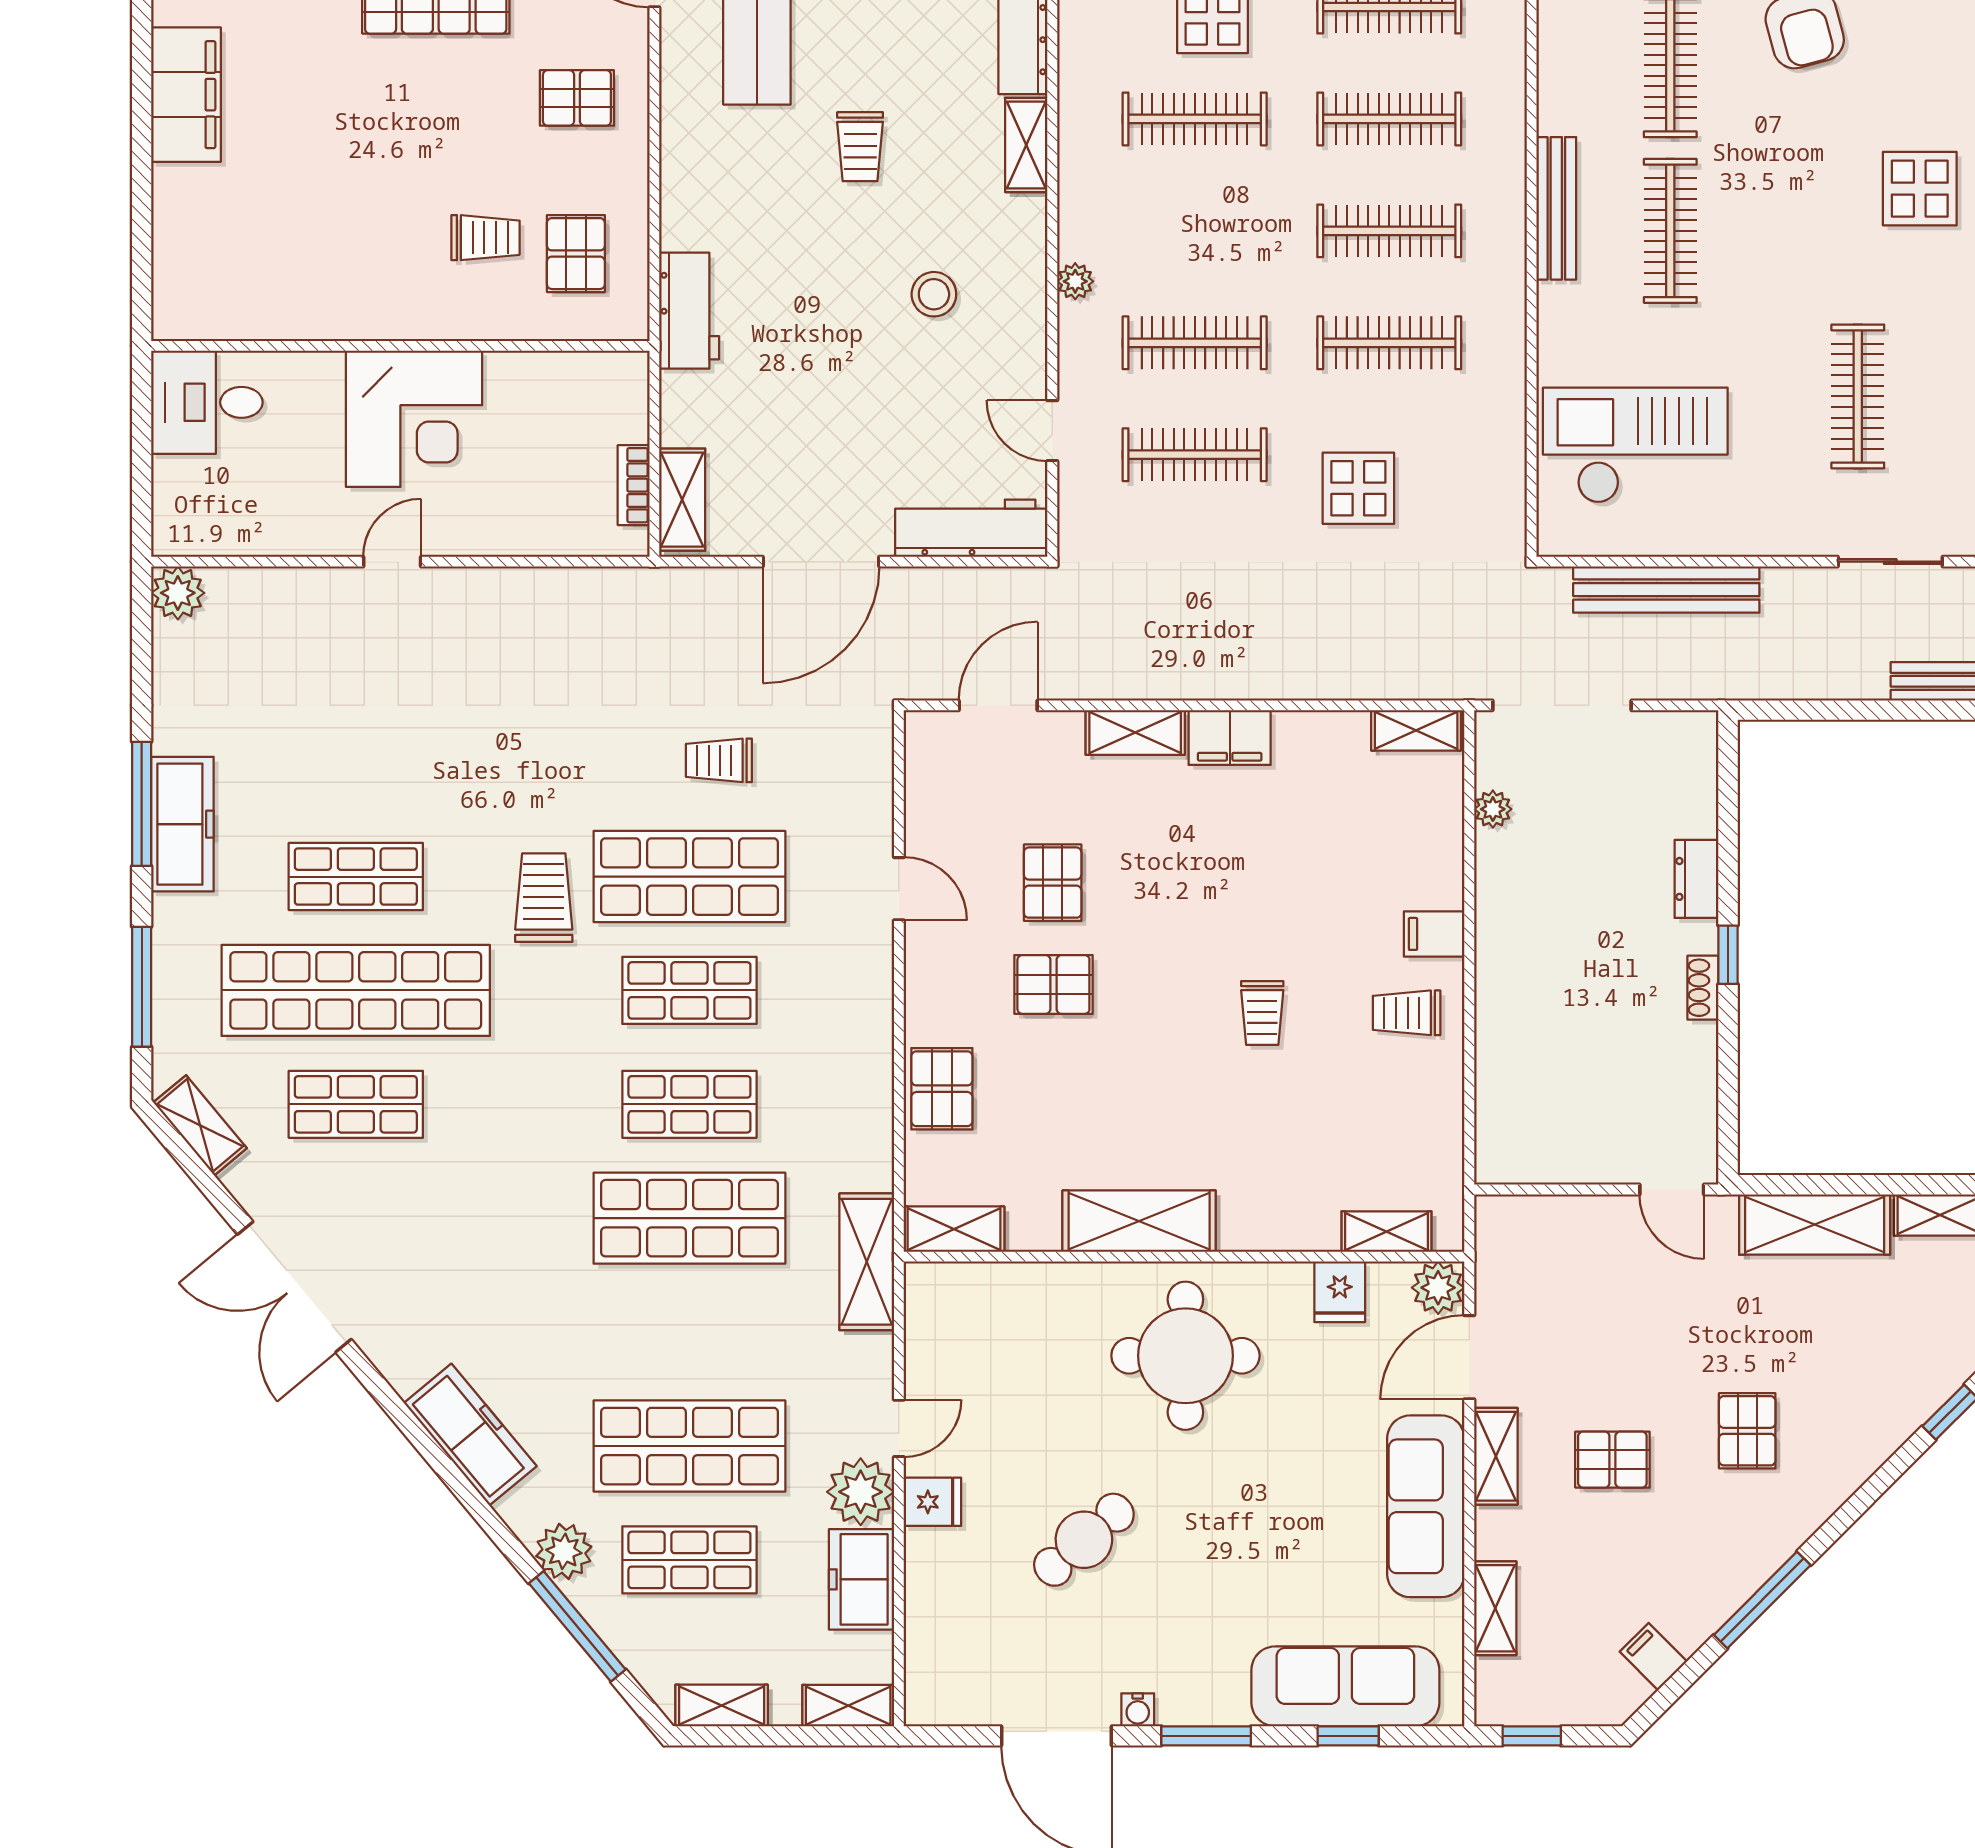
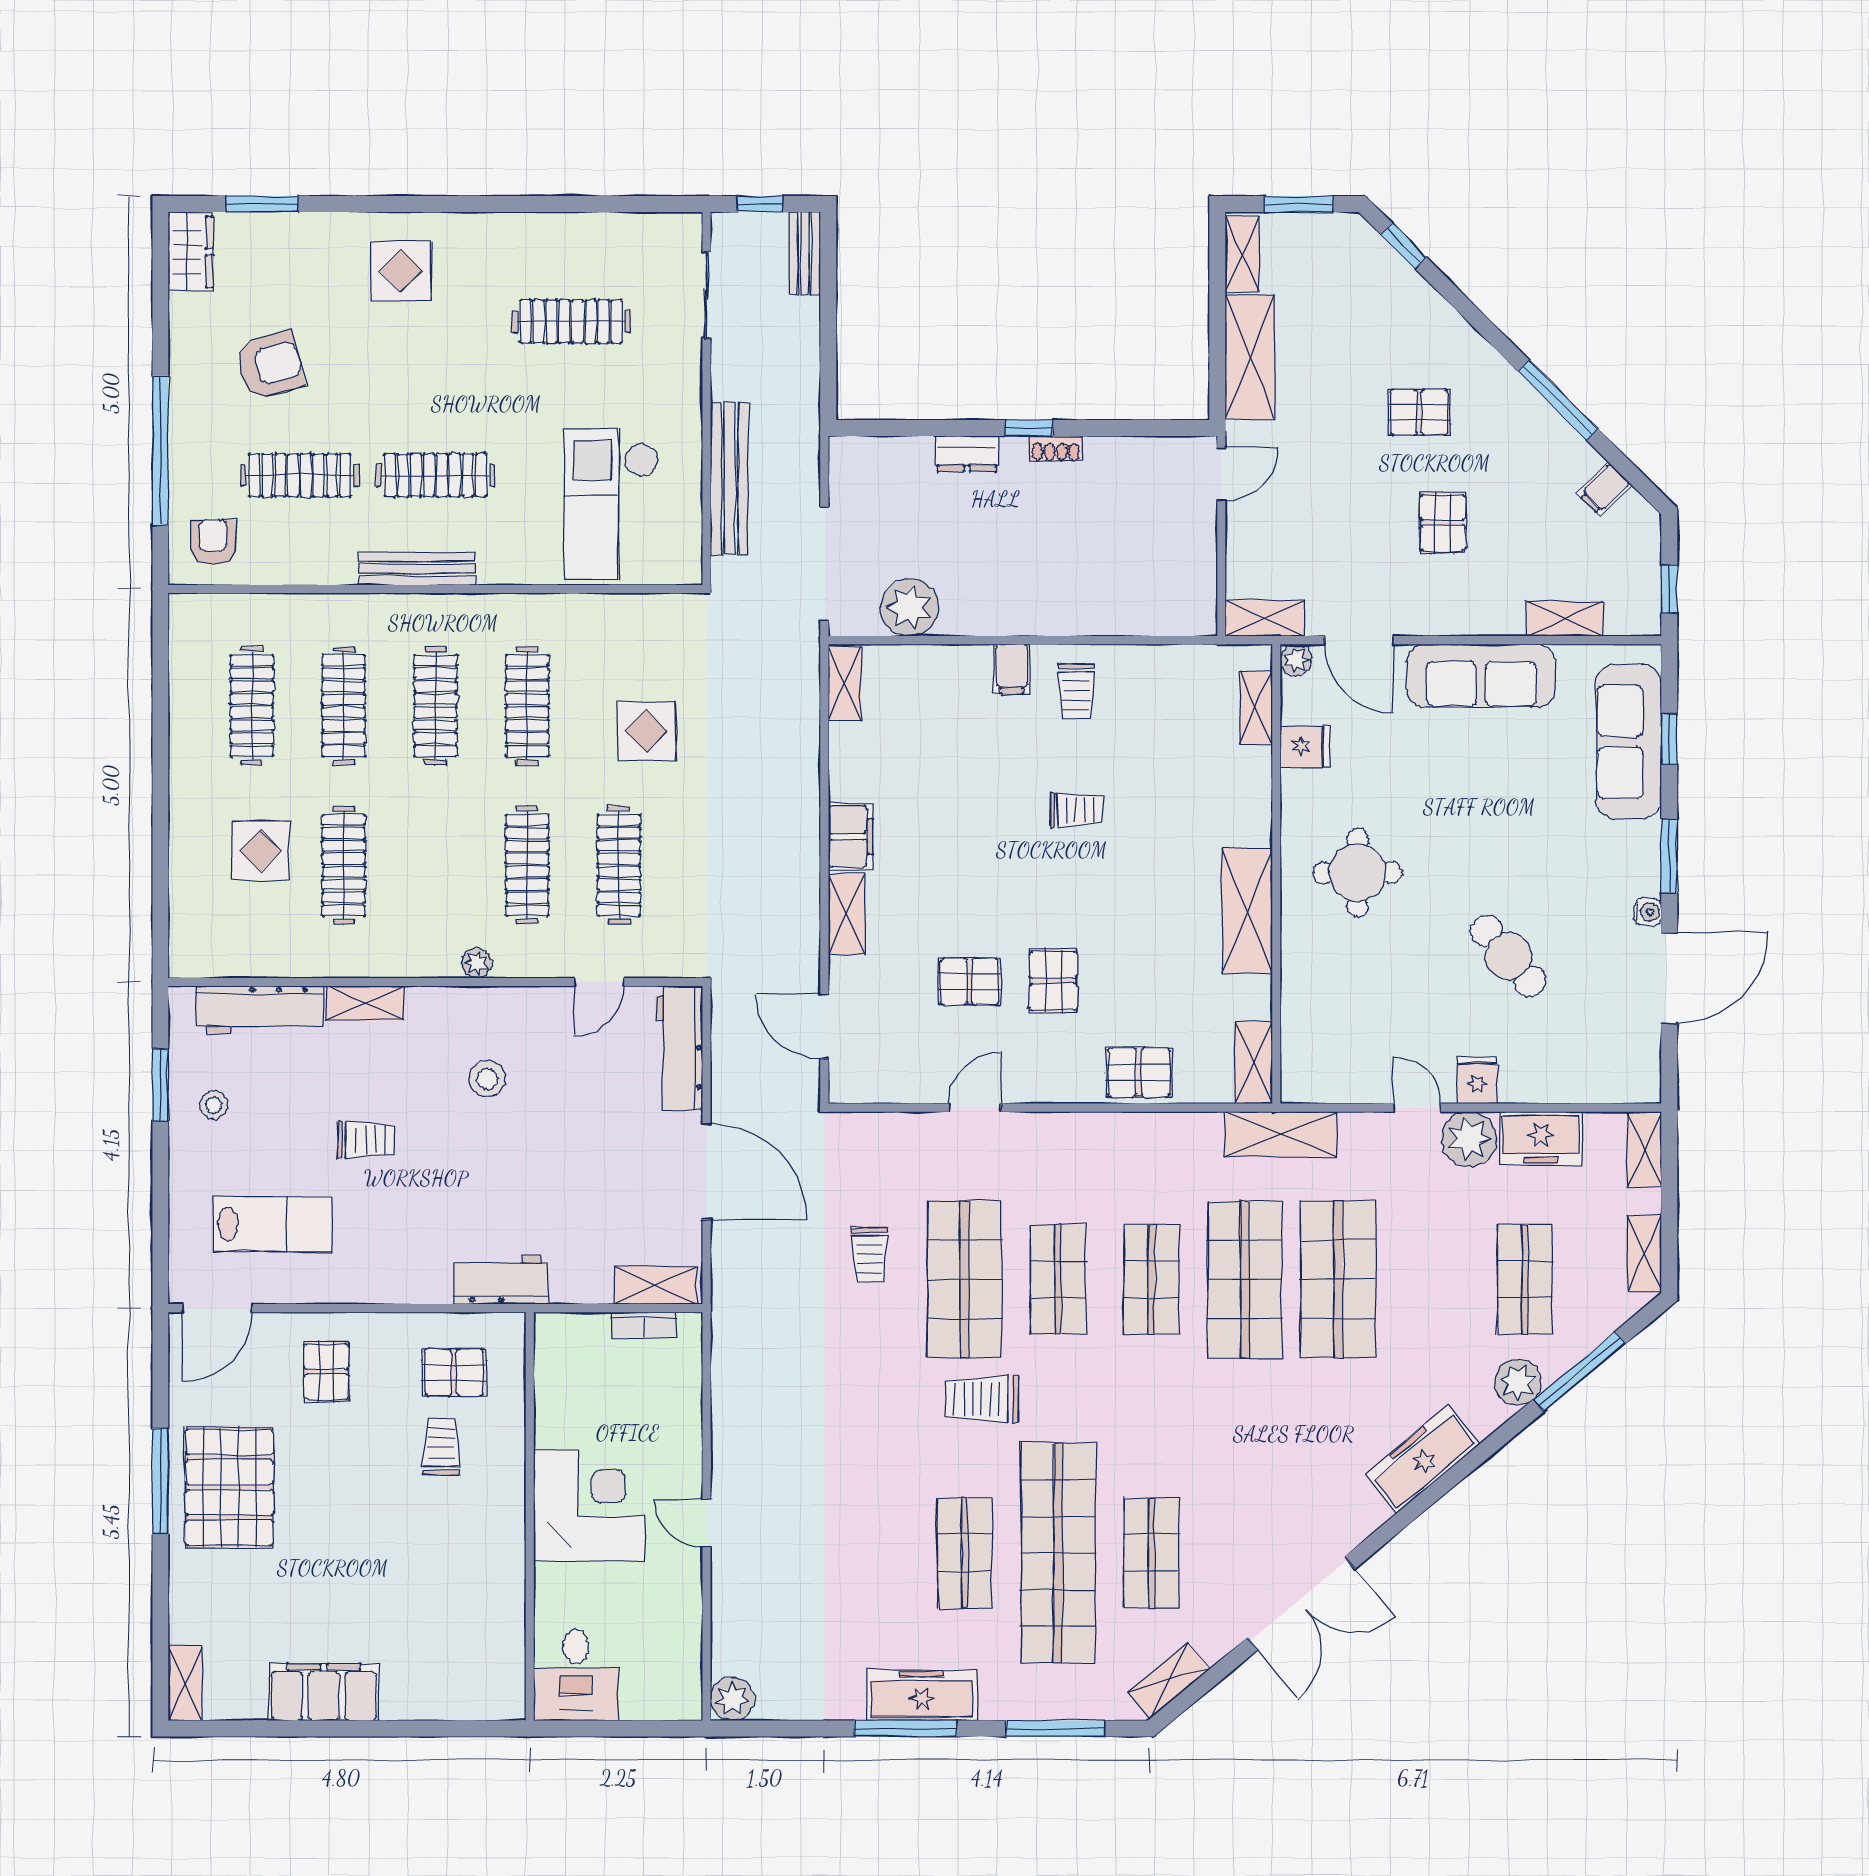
plant: (1493, 809) -> (909, 607), width x1.87, depth x1.87
plant: (1438, 1288) -> (1296, 660), width x0.73, depth x0.73
round table: (1185, 1356) -> (1358, 873), width x0.73, depth x0.73
shop shelf: (689, 1446) -> (1338, 1279), moved
shelving: (1496, 1456) -> (1265, 618), moved

